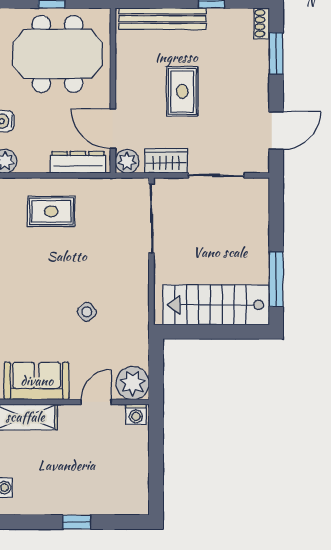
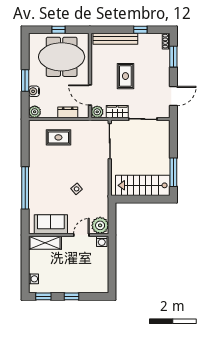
dresser: (78, 162) -> (68, 112), width x0.70
window: (22, 522) -> (43, 296), added

